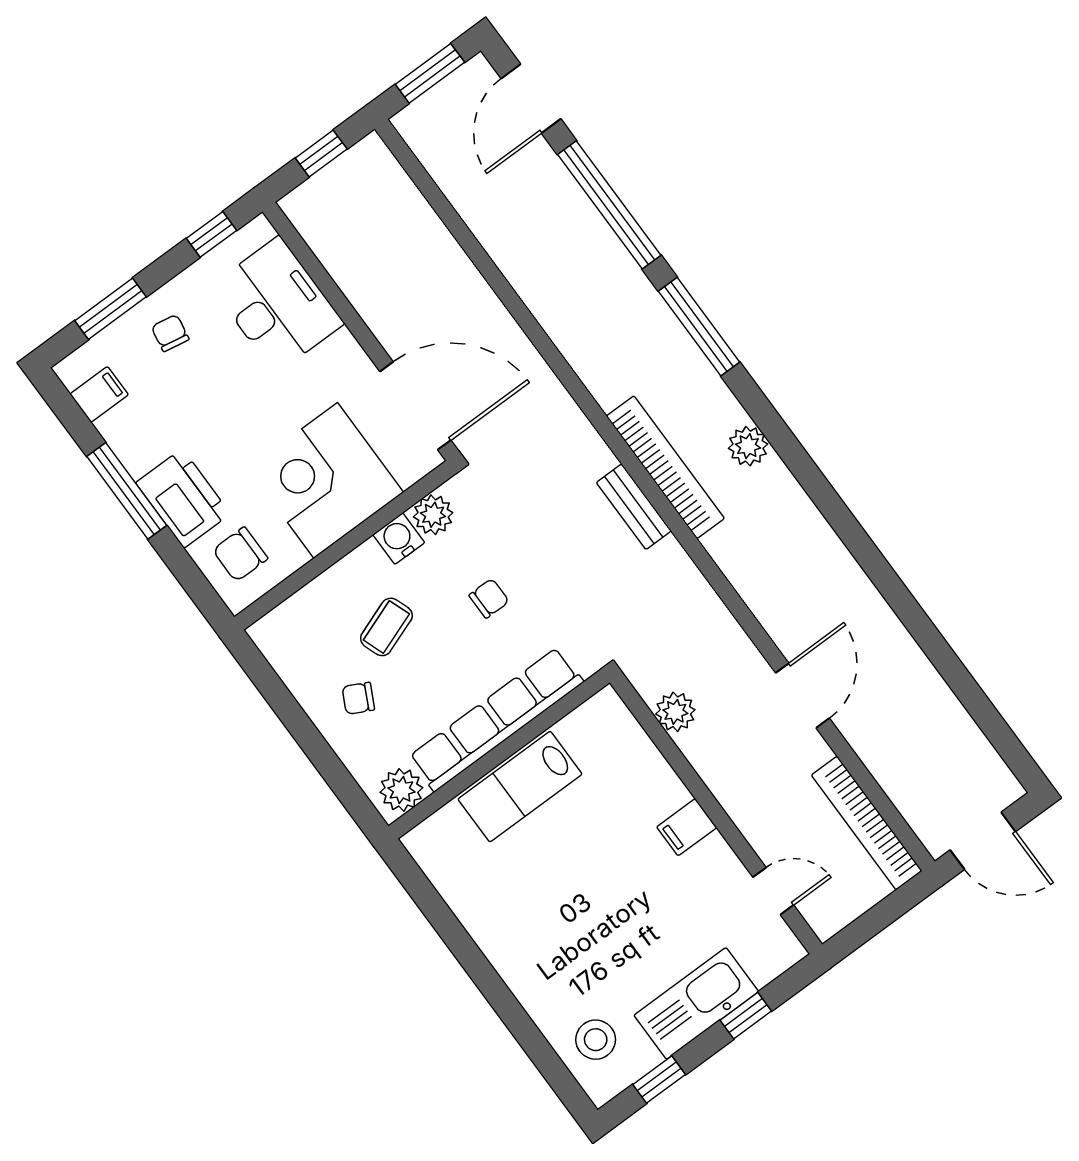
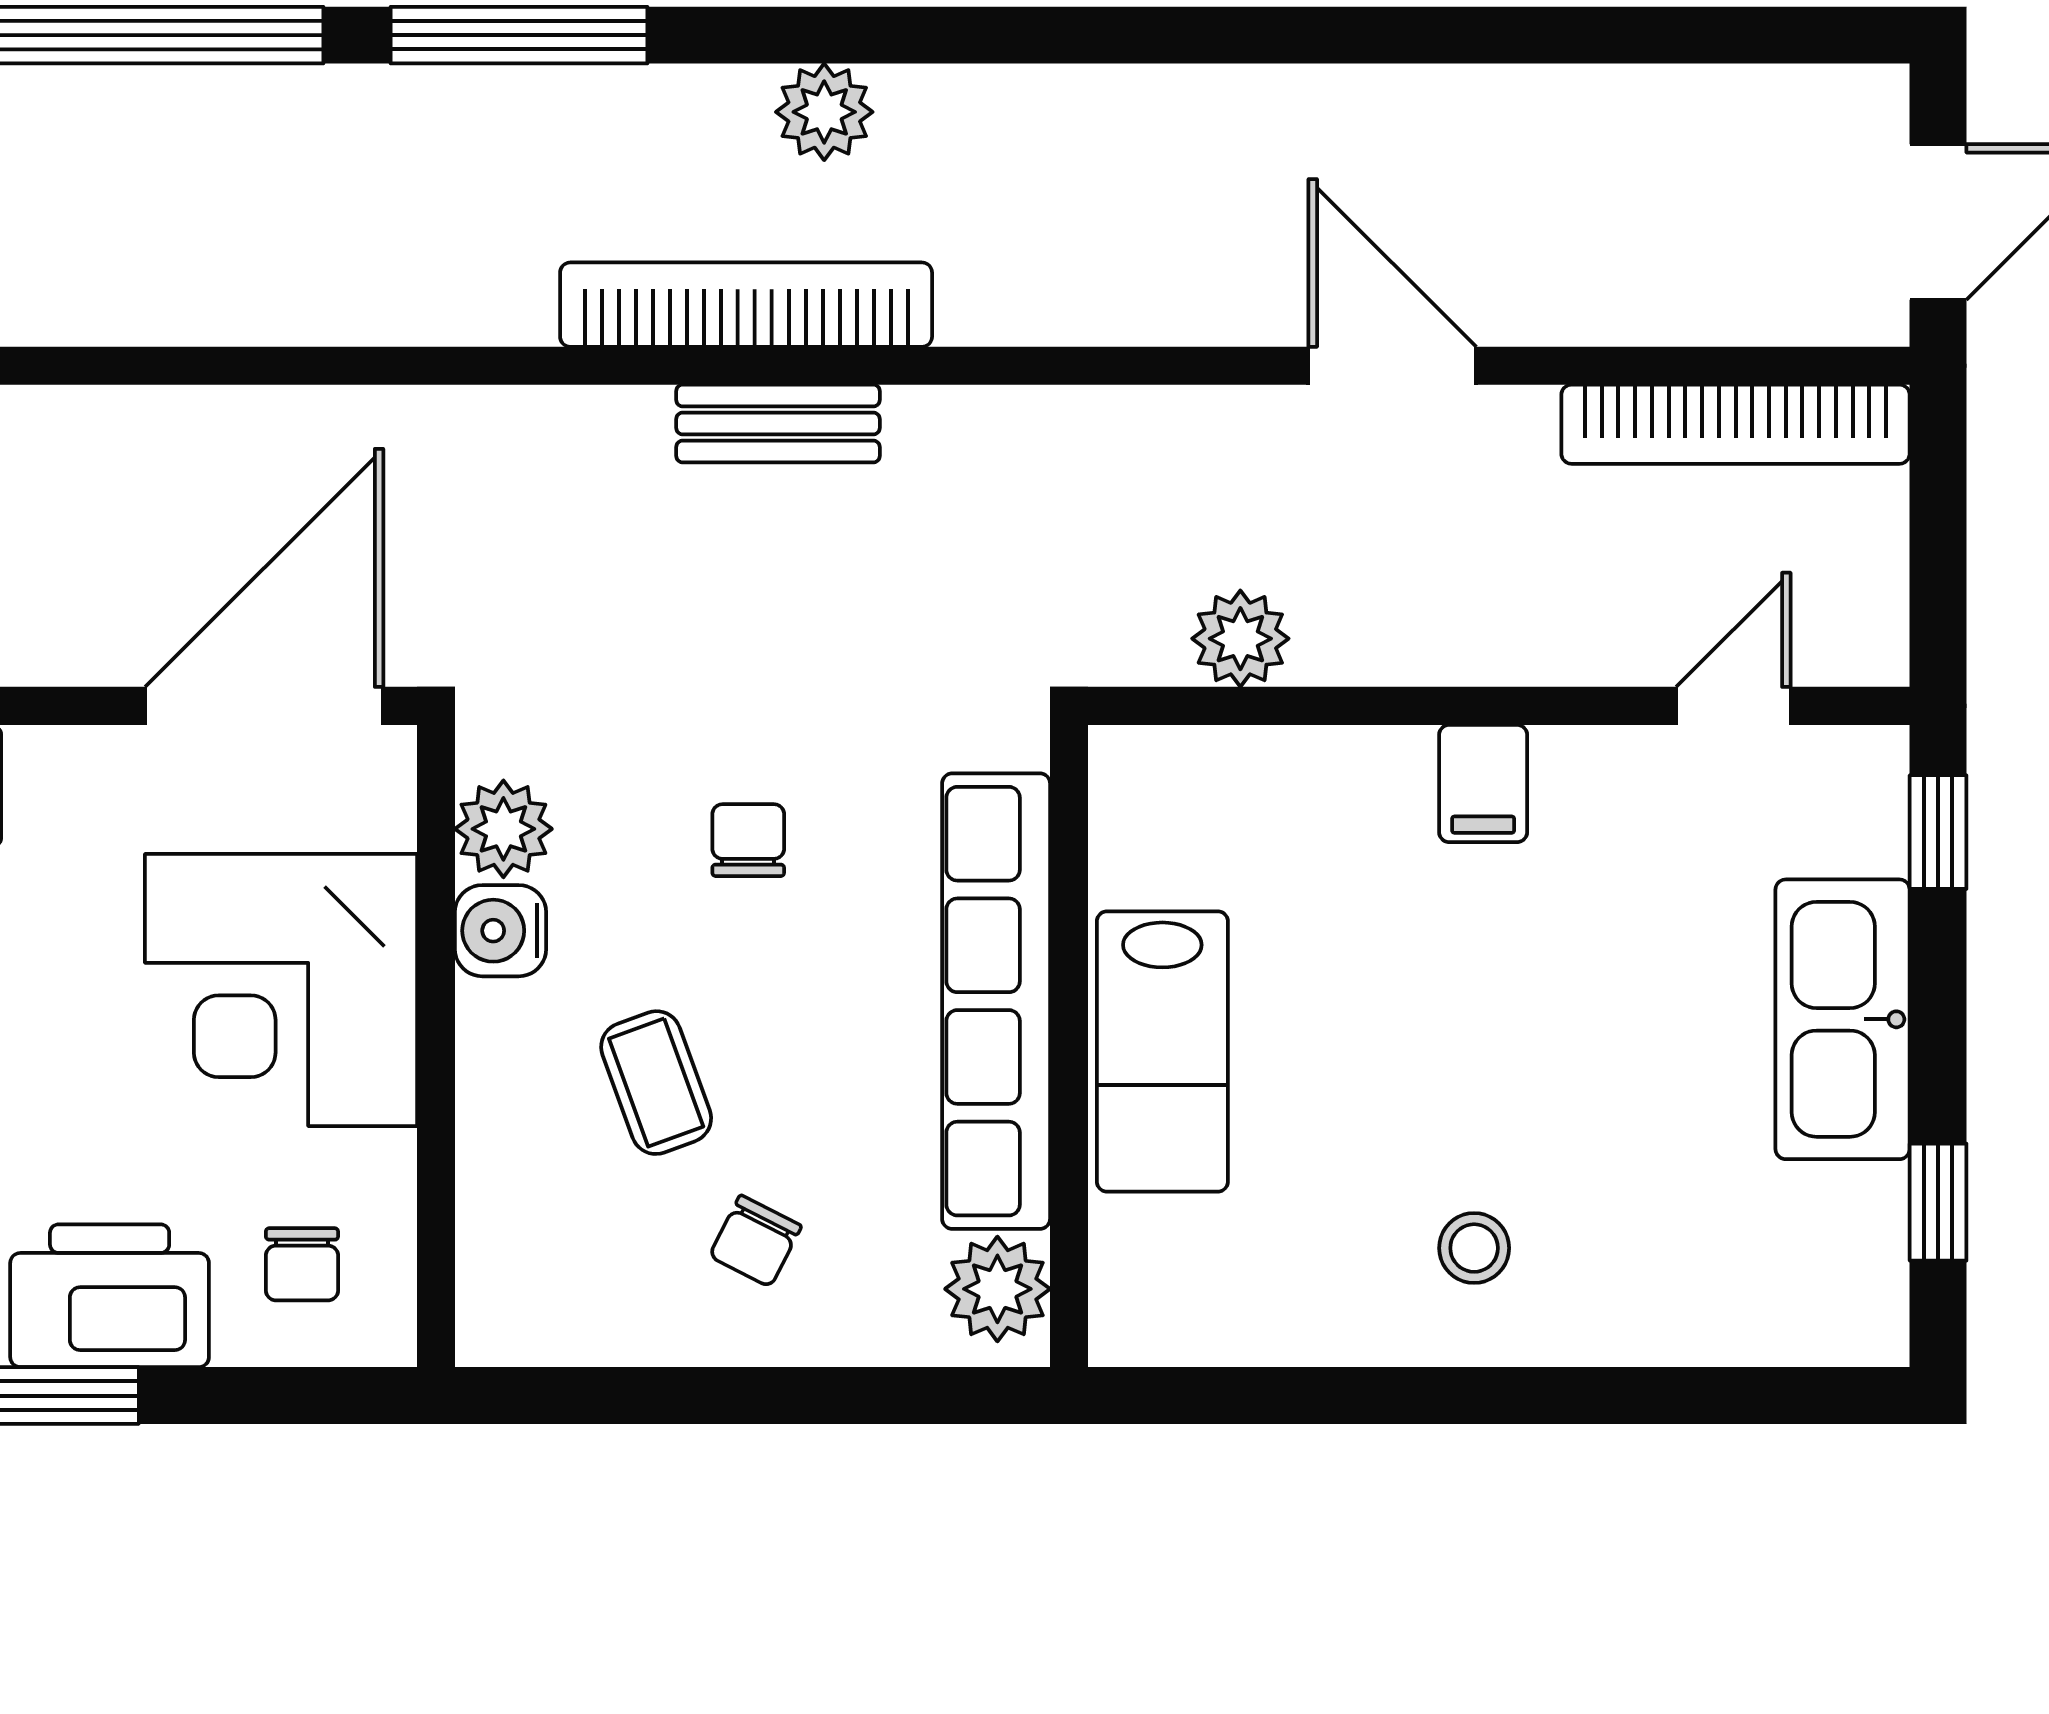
chair: (240, 554) -> (302, 1264), width x0.73, depth x0.73
window: (746, 1016) -> (1938, 832), moved
stool: (596, 1040) -> (1474, 1248), moved, width x0.73, depth x0.73

